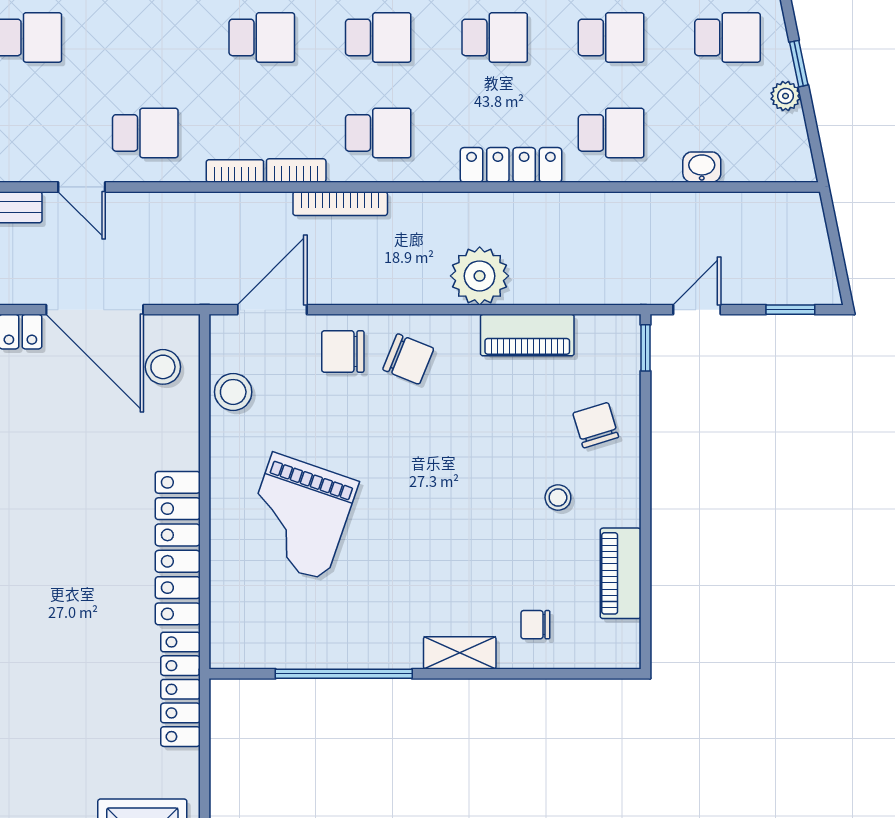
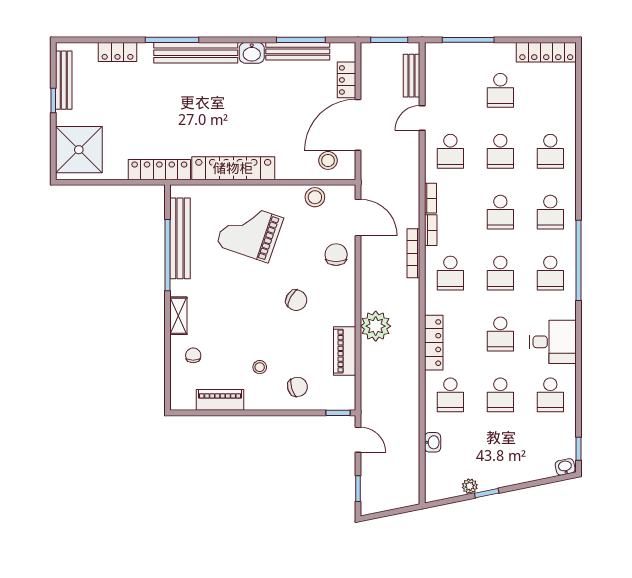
school desk: (728, 37) -> (500, 151), moved
chair: (408, 359) -> (296, 300), moved, turned -82
bench: (312, 650) -> (180, 238), added

